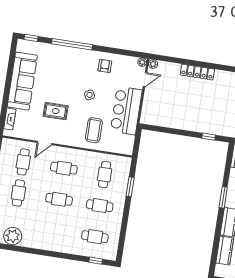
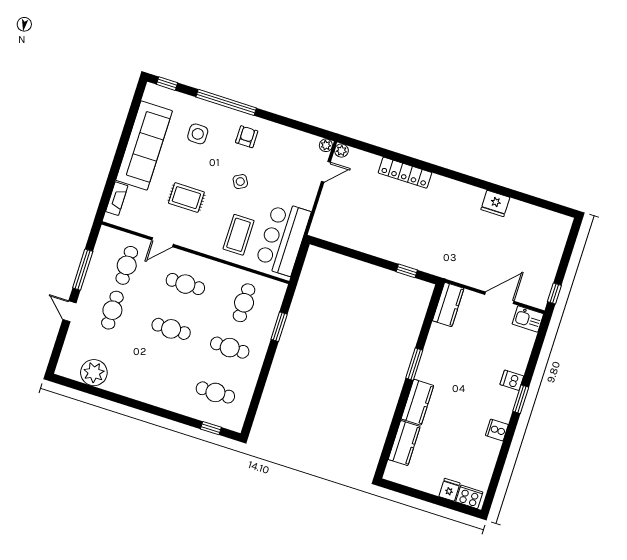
armchair: (105, 66) -> (247, 137), moved
side table: (57, 68) -> (198, 134), added
bar counter: (126, 111) -> (283, 239), moved

